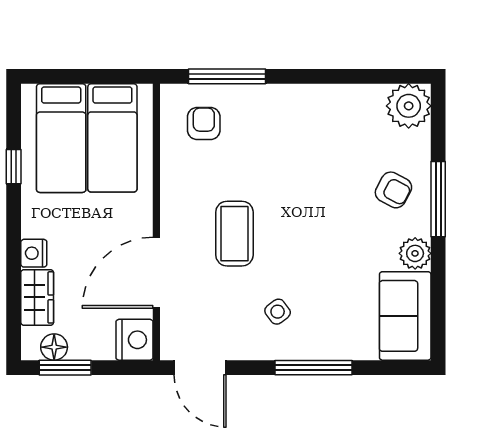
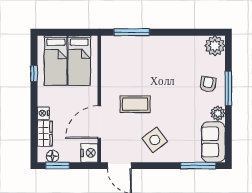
armchair: (204, 124) -> (121, 54), removed
armchair: (393, 190) -> (208, 84), turned -110
coffee table: (234, 234) -> (135, 104), turned 90
side table: (278, 312) -> (155, 140), width x1.87, depth x1.87
window: (314, 368) -> (198, 166), moved

